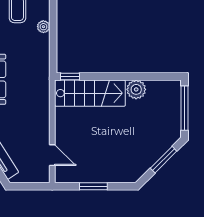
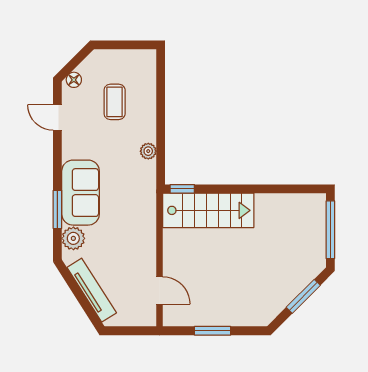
plant: (43, 27) -> (148, 151), moved
plant: (136, 89) -> (268, 206), removed

